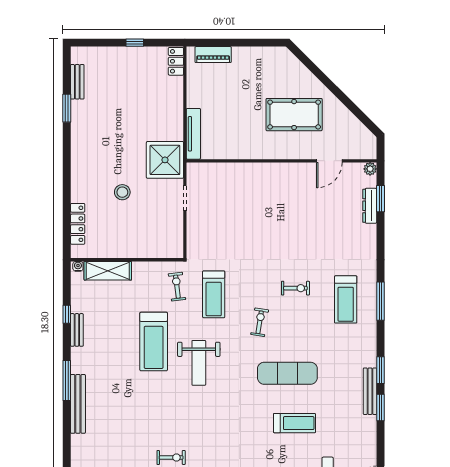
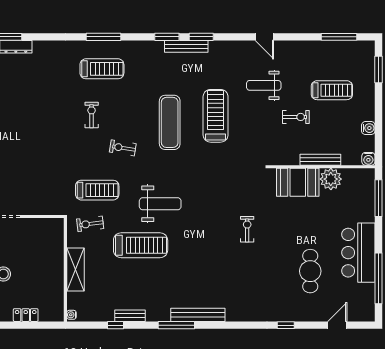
locker: (78, 224) -> (26, 315), width x0.66
shelving: (108, 271) -> (75, 269), moved
treadmill: (295, 423) -> (216, 116), width x1.37, depth x1.38

